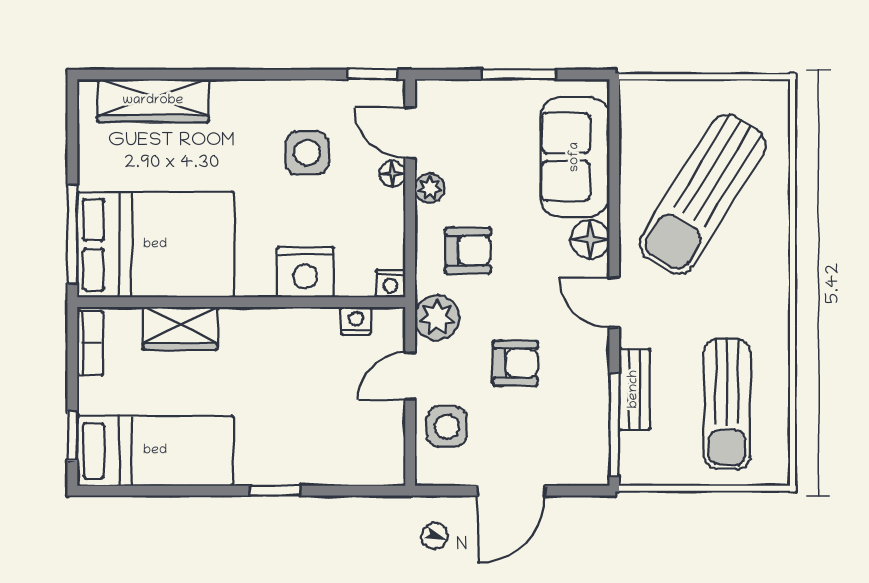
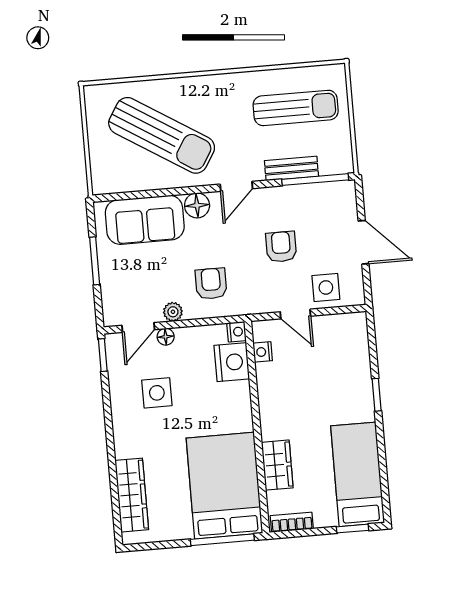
nightstand: (305, 272) -> (232, 362), moved
plant: (437, 318) -> (256, 300), removed

